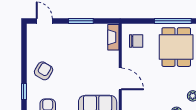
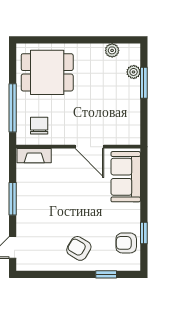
window: (173, 21) -> (13, 108), moved
door: (120, 79) -> (89, 147), swing flipped

